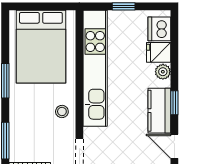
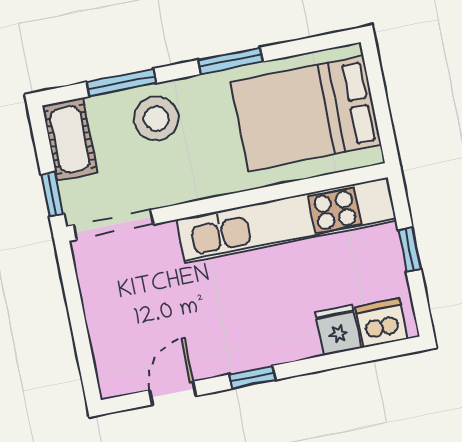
plant: (163, 72) -> (305, 345), removed
stool: (62, 111) -> (156, 119), moved, width x1.89, depth x1.89
kitchen counter: (159, 111) -> (232, 353), removed

